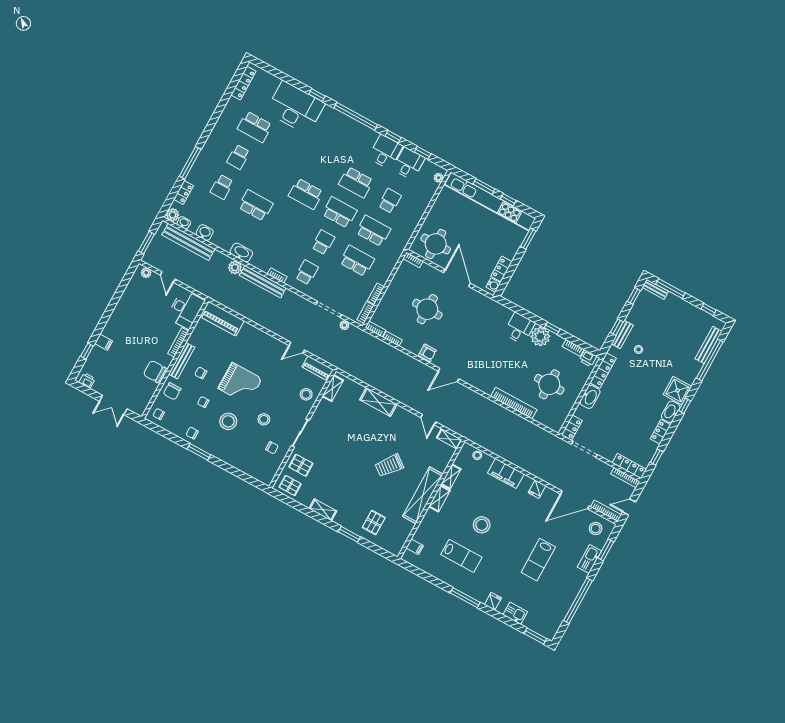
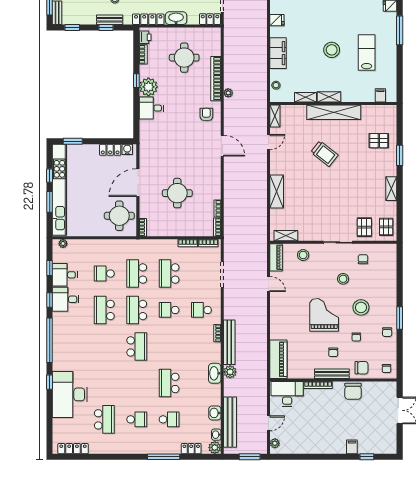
school desk: (356, 182) -> (104, 310), turned 180
plant: (344, 325) -> (228, 93), moved
armchair: (427, 353) -> (206, 115), moved
printer: (87, 381) -> (391, 443), removed

